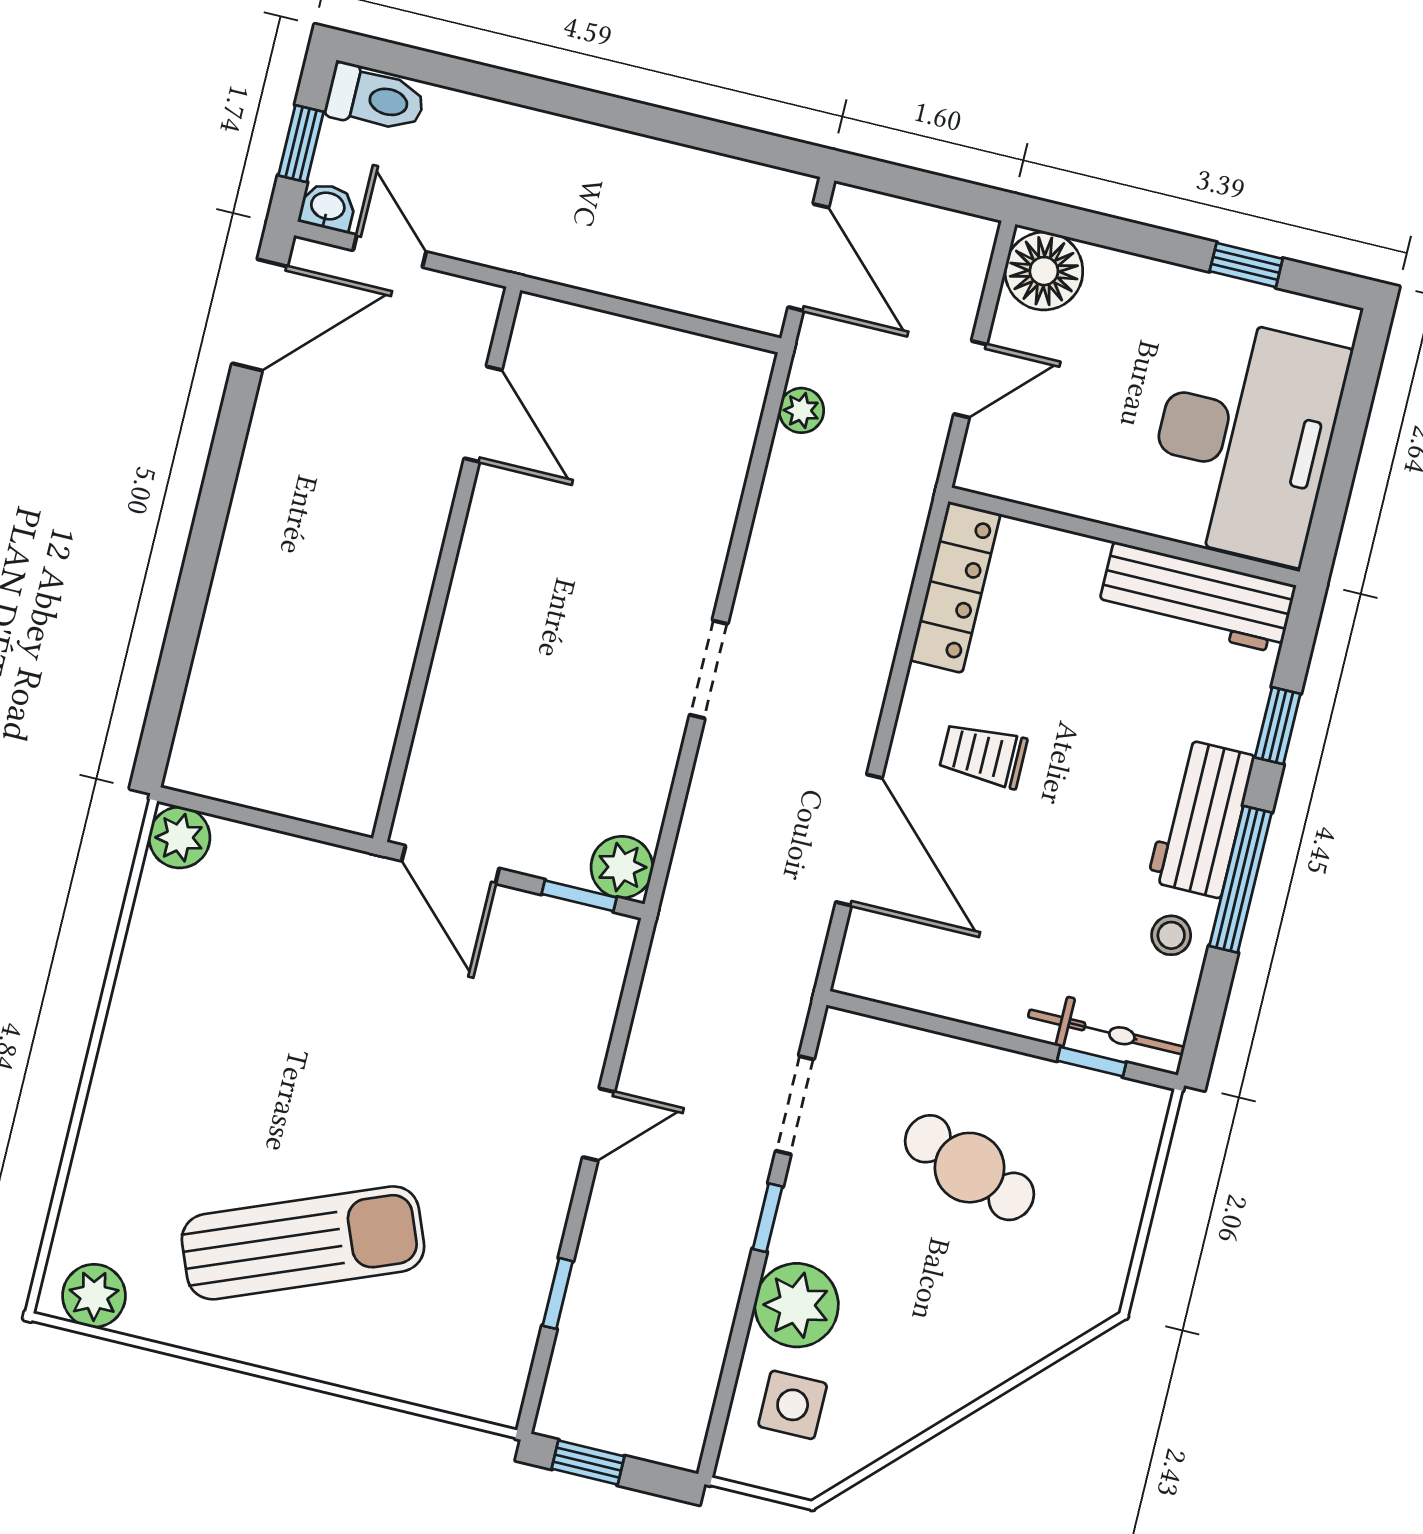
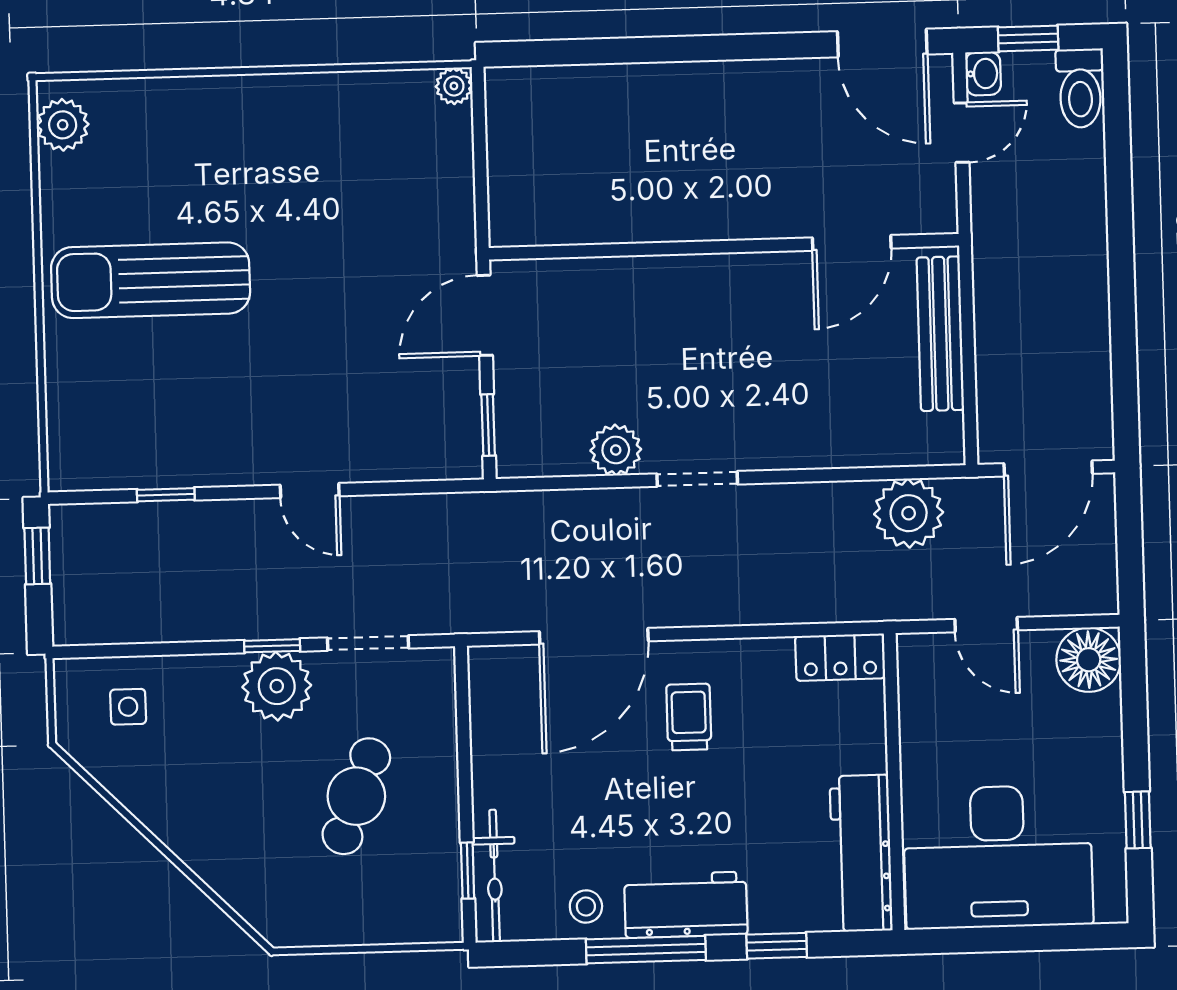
bench: (617, 340) -> (940, 334), added
plant: (801, 410) -> (909, 513), width x1.88, depth x1.88
locker: (955, 587) -> (840, 657), width x0.66
plant: (179, 838) -> (454, 86), width x0.73, depth x0.73
plant: (622, 867) -> (616, 450), moved
sun lounger: (303, 1243) -> (151, 280), turned 112
plant: (797, 1305) -> (277, 686), moved
side table: (793, 1405) -> (128, 707), width x0.73, depth x0.73

